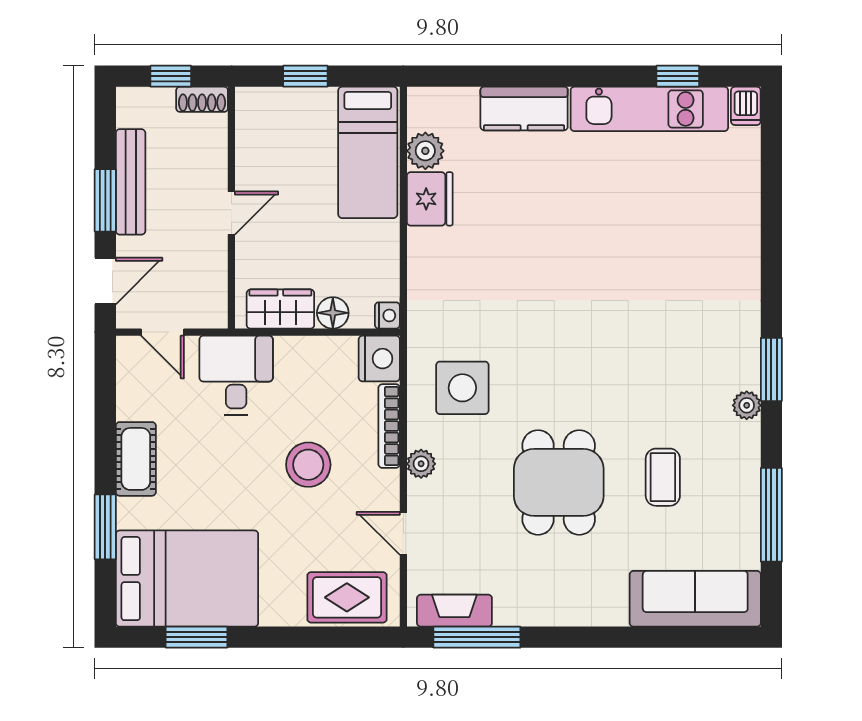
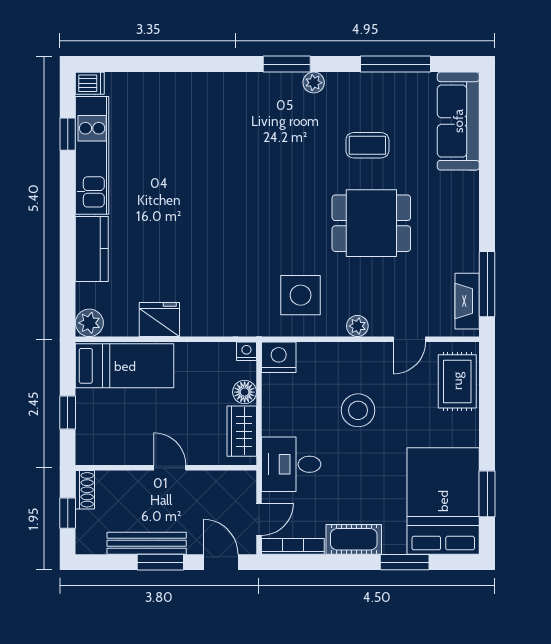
plant: (425, 151) -> (89, 323), moved
bookcase: (389, 426) -> (293, 546), moved, turned 180

